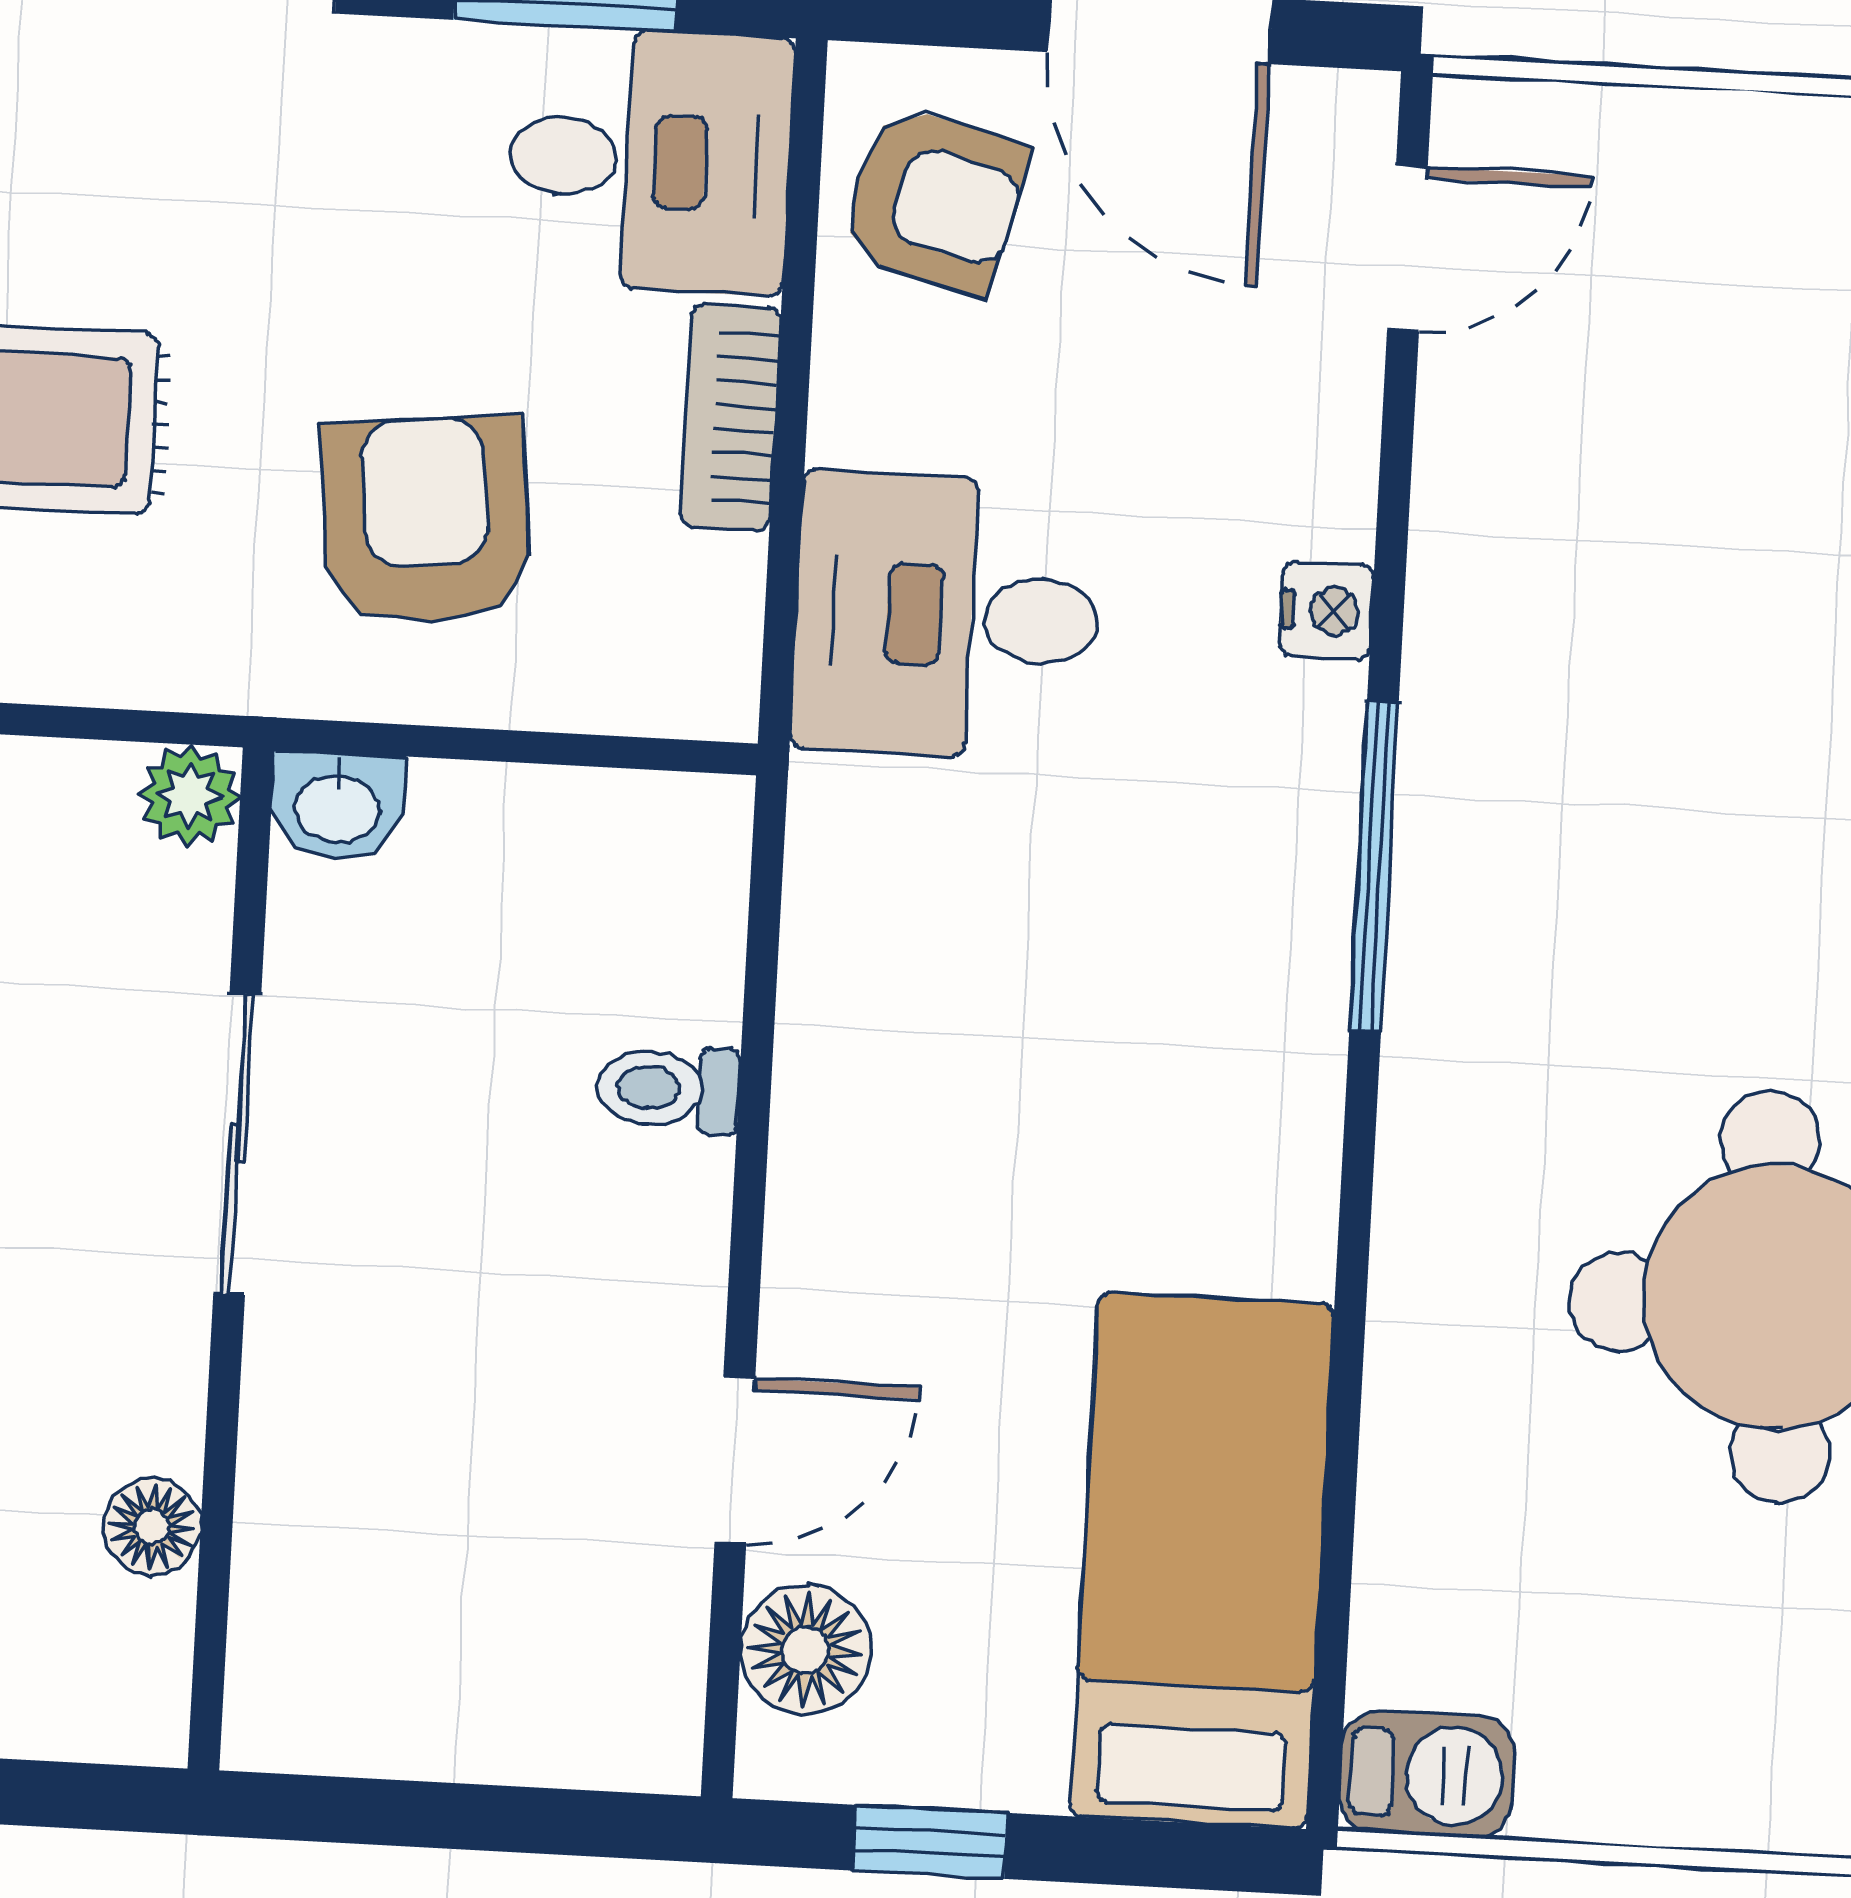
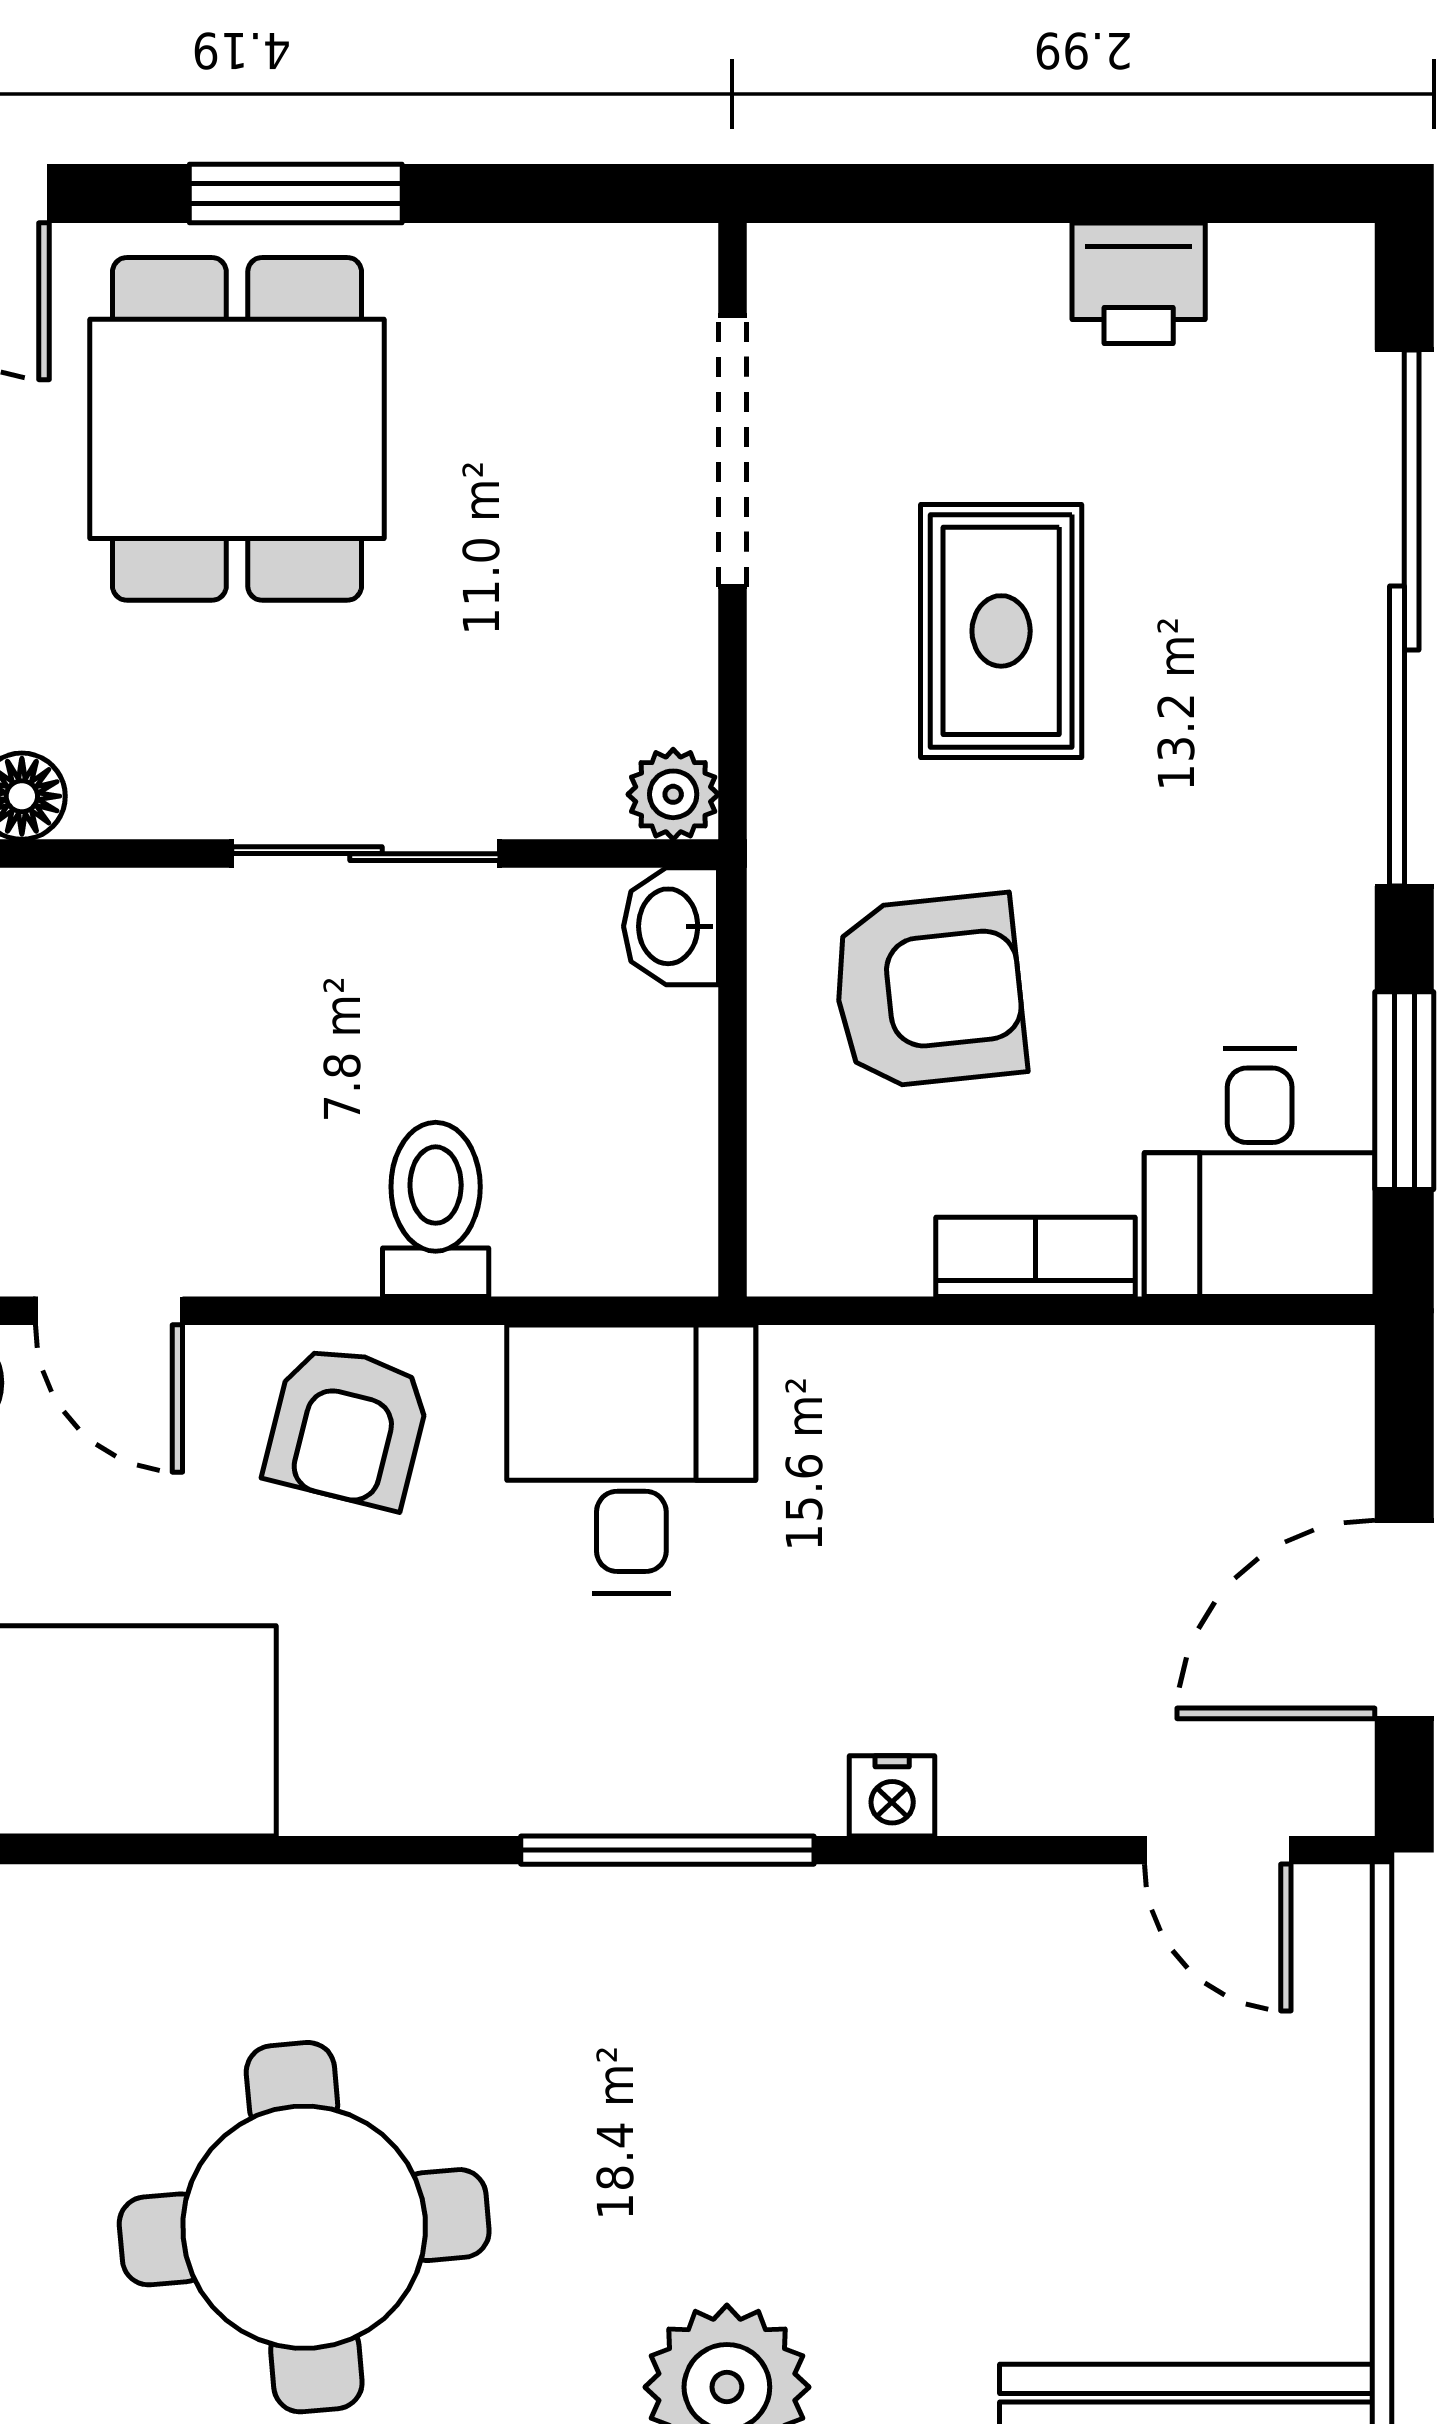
armchair: (934, 200) -> (348, 1426), moved
desk: (947, 616) -> (631, 1459), moved
toilet: (668, 1089) -> (436, 1209), width x1.37, depth x1.39

